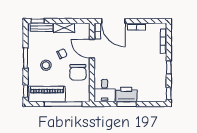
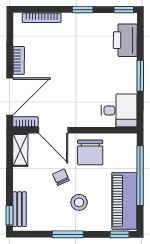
shelving: (64, 28) -> (20, 150), moved
door: (92, 49) -> (53, 130), hinge flipped
chair: (78, 72) -> (90, 152), turned 90
printer: (126, 94) -> (125, 40), moved

